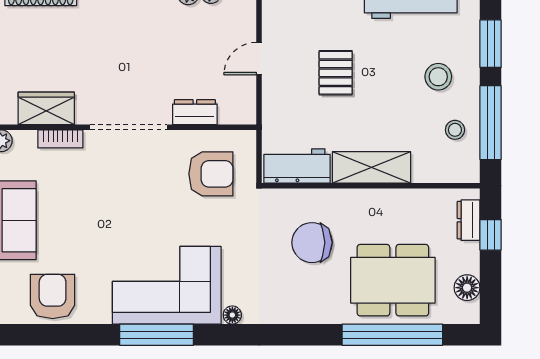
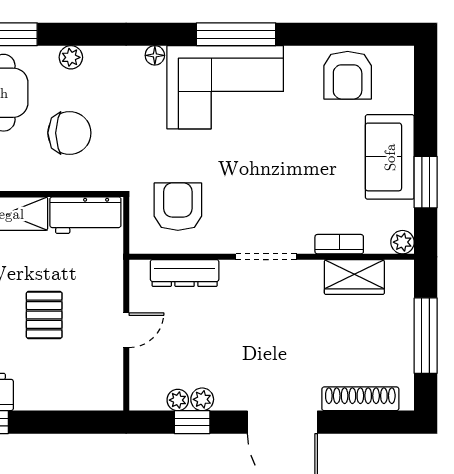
dresser: (195, 112) -> (185, 273), width x1.44
doorway: (129, 127) -> (266, 257), width x0.73
armchair: (211, 174) -> (178, 207), turned 90
plant: (311, 313) -> (71, 57), added

